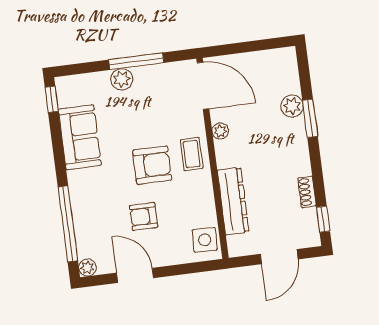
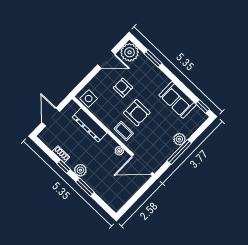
plant: (292, 106) -> (80, 170), moved
armchair: (152, 165) -> (137, 113), turned -90
armchair: (144, 216) -> (123, 88), turned -90
window: (323, 219) -> (64, 166), moved
window: (68, 224) -> (153, 58), width x0.47
plant: (88, 268) -> (130, 52), width x1.87, depth x1.87

